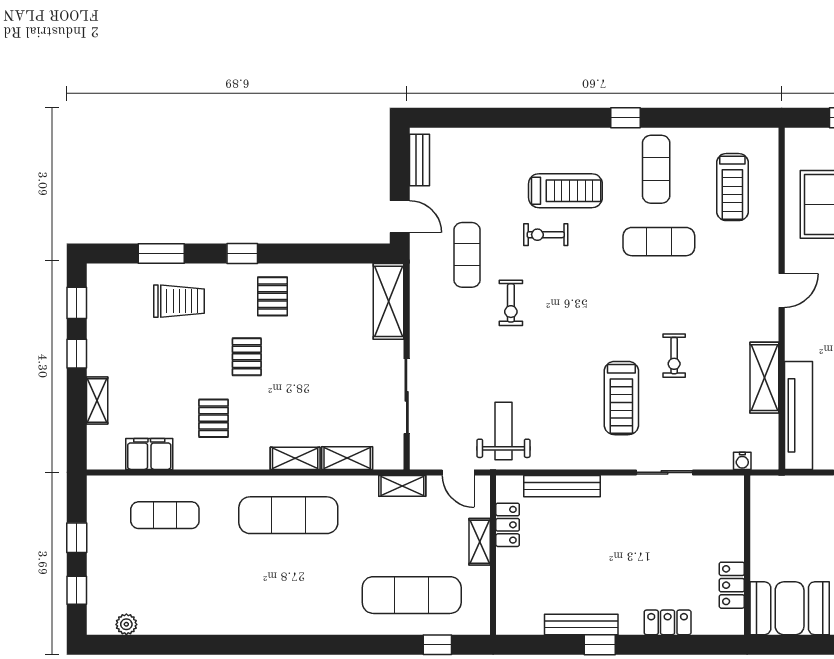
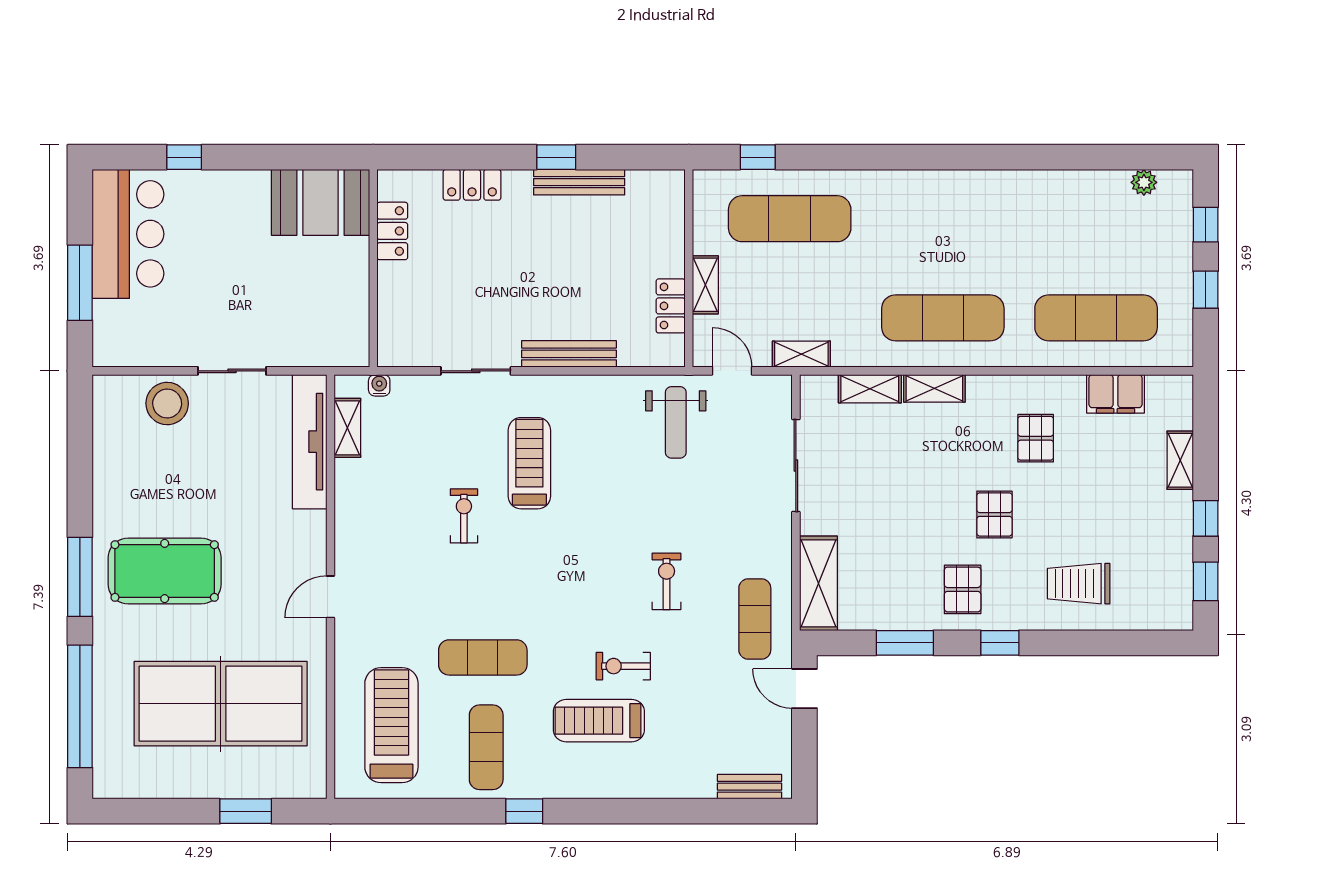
bench: (420, 160) -> (749, 787), moved, turned 90
treadmill: (732, 187) -> (391, 725), width x1.37, depth x1.38
exercise bike: (546, 235) -> (623, 666), turned 180
window: (161, 253) -> (905, 643), moved
exercise mat: (467, 255) -> (755, 619), moved
shelving: (764, 378) -> (347, 428), moved, width x0.67, depth x0.75
bench: (562, 486) -> (569, 354), moved
exercise mat: (165, 515) -> (1096, 318), width x1.36, depth x1.45

